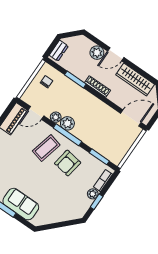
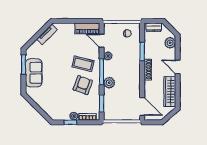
plant: (97, 53) -> (170, 43), moved
plant: (67, 123) -> (109, 83), moved
armchair: (68, 163) -> (83, 85), turned 101

